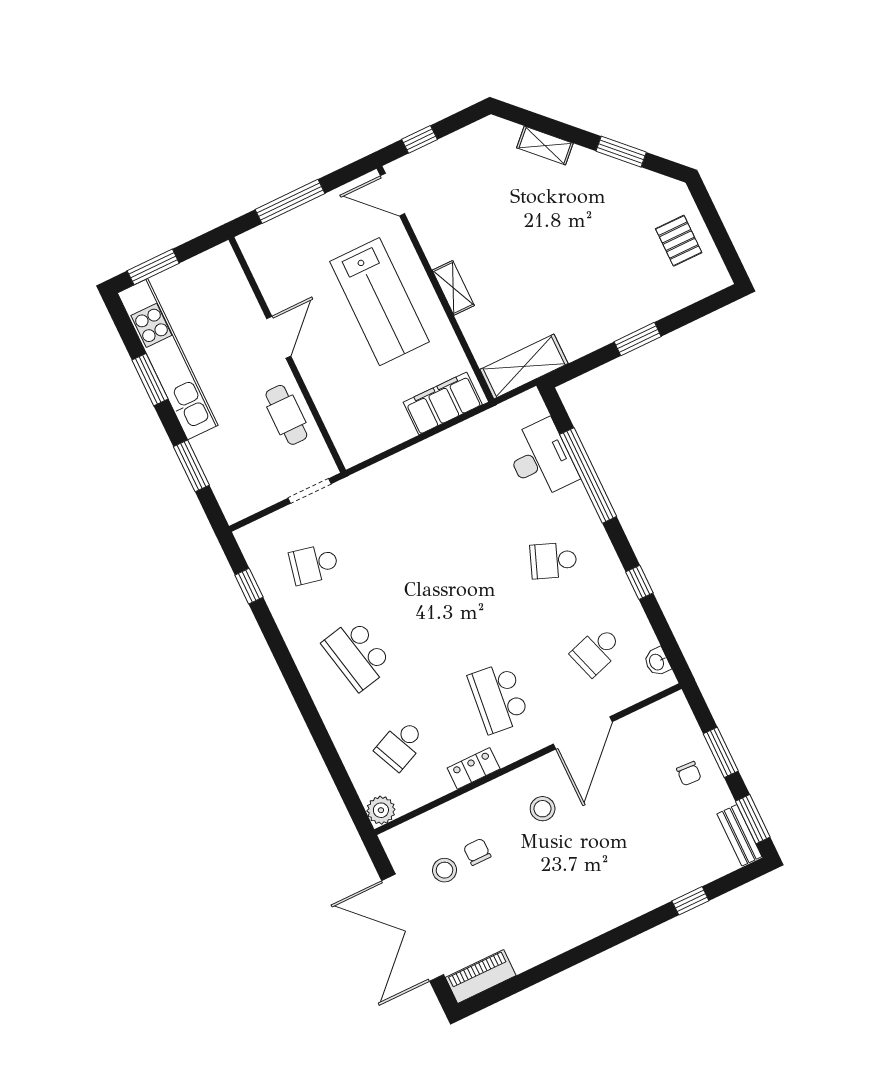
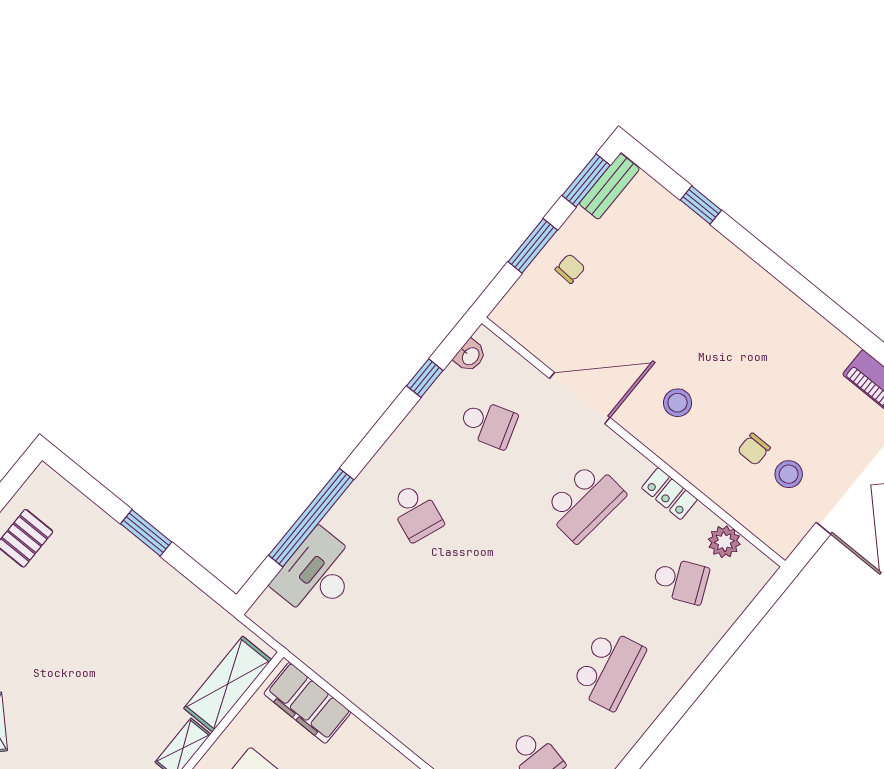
shelving: (524, 366) -> (228, 684), moved, turned 90
window: (639, 582) -> (425, 378), moved
plant: (381, 810) -> (724, 542), moved

